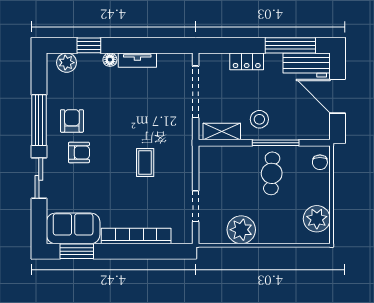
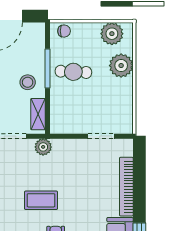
plant: (183, 138) -> (43, 147), added
coffee table: (145, 163) -> (41, 200), moved, width x1.36, depth x1.30
plant: (241, 230) -> (121, 66), moved

